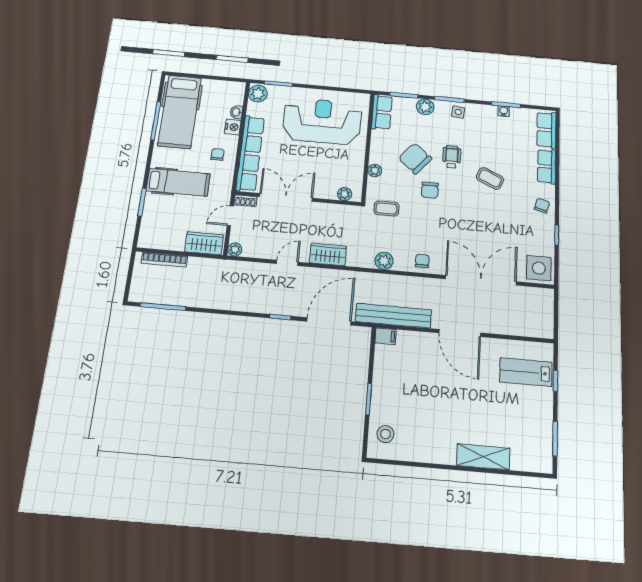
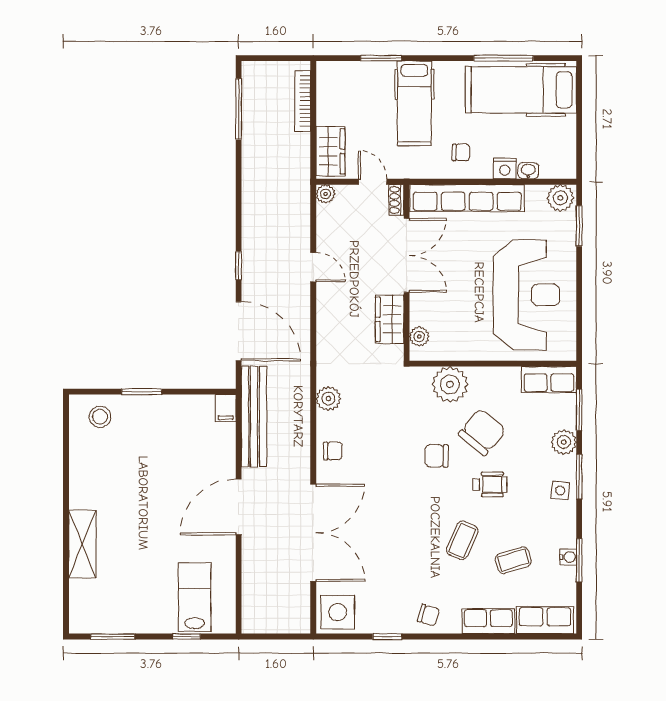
plant: (375, 170) -> (450, 384), width x1.87, depth x1.87
coffee table: (386, 208) -> (513, 560), moved, turned 73
wardrobe: (328, 254) -> (390, 319), moved, turned 180

